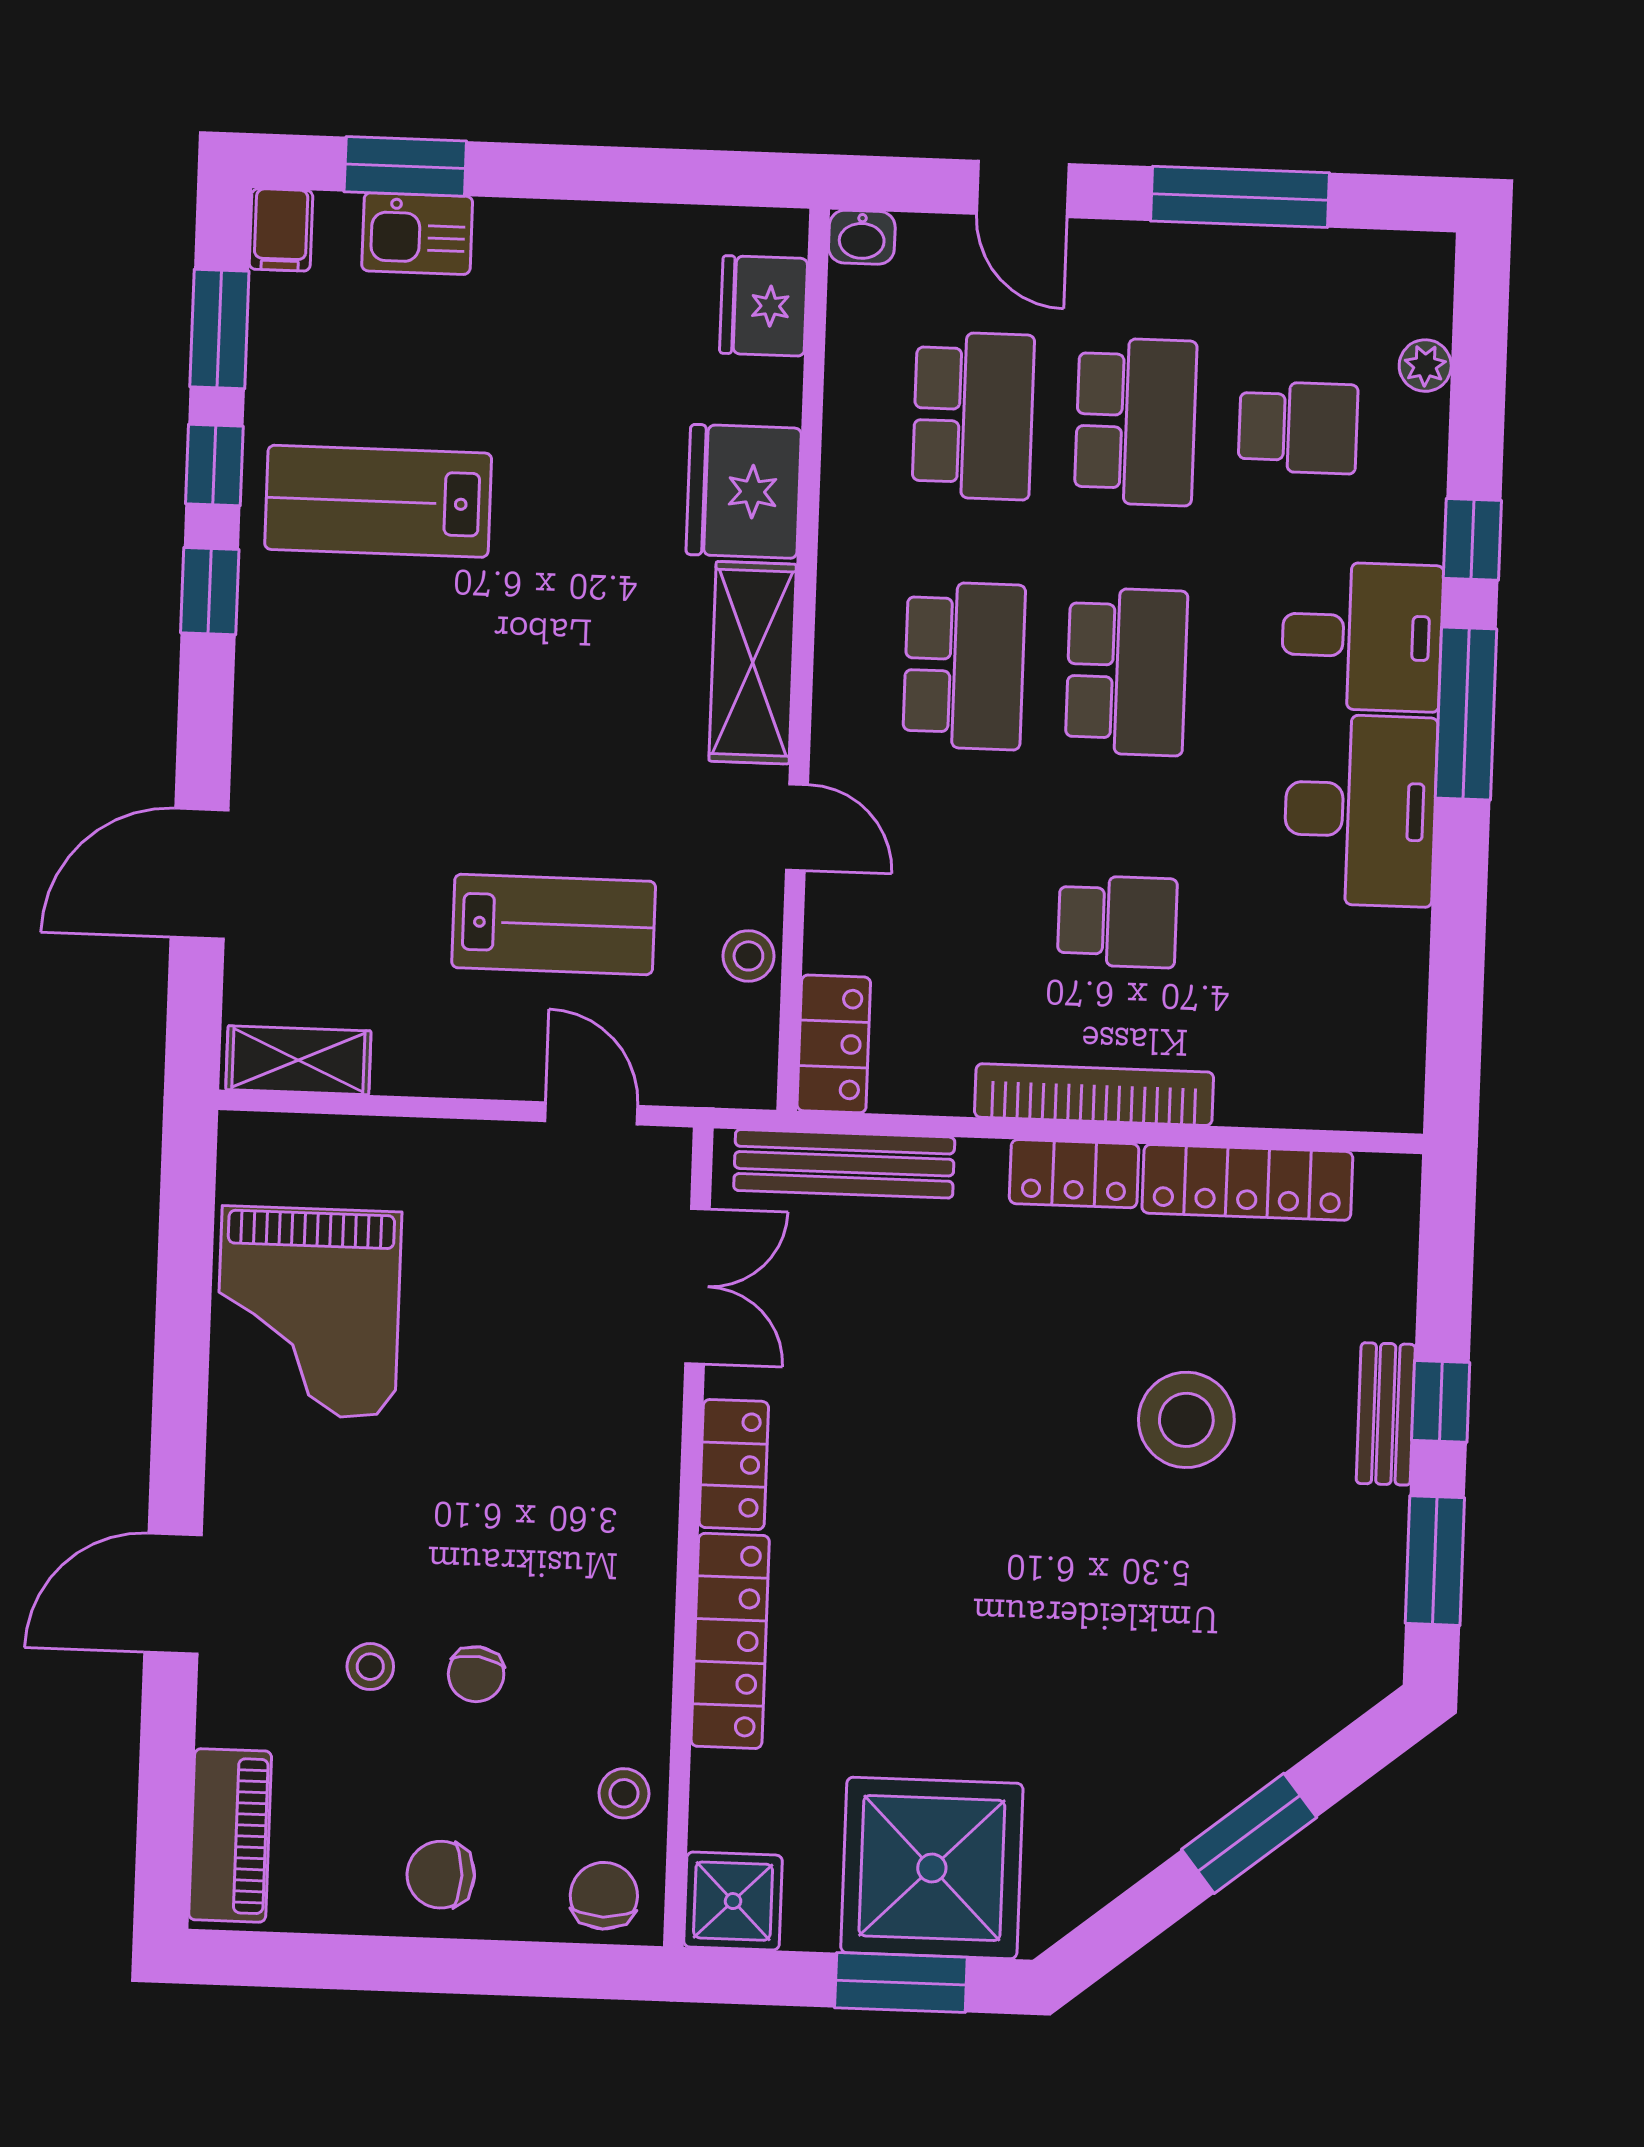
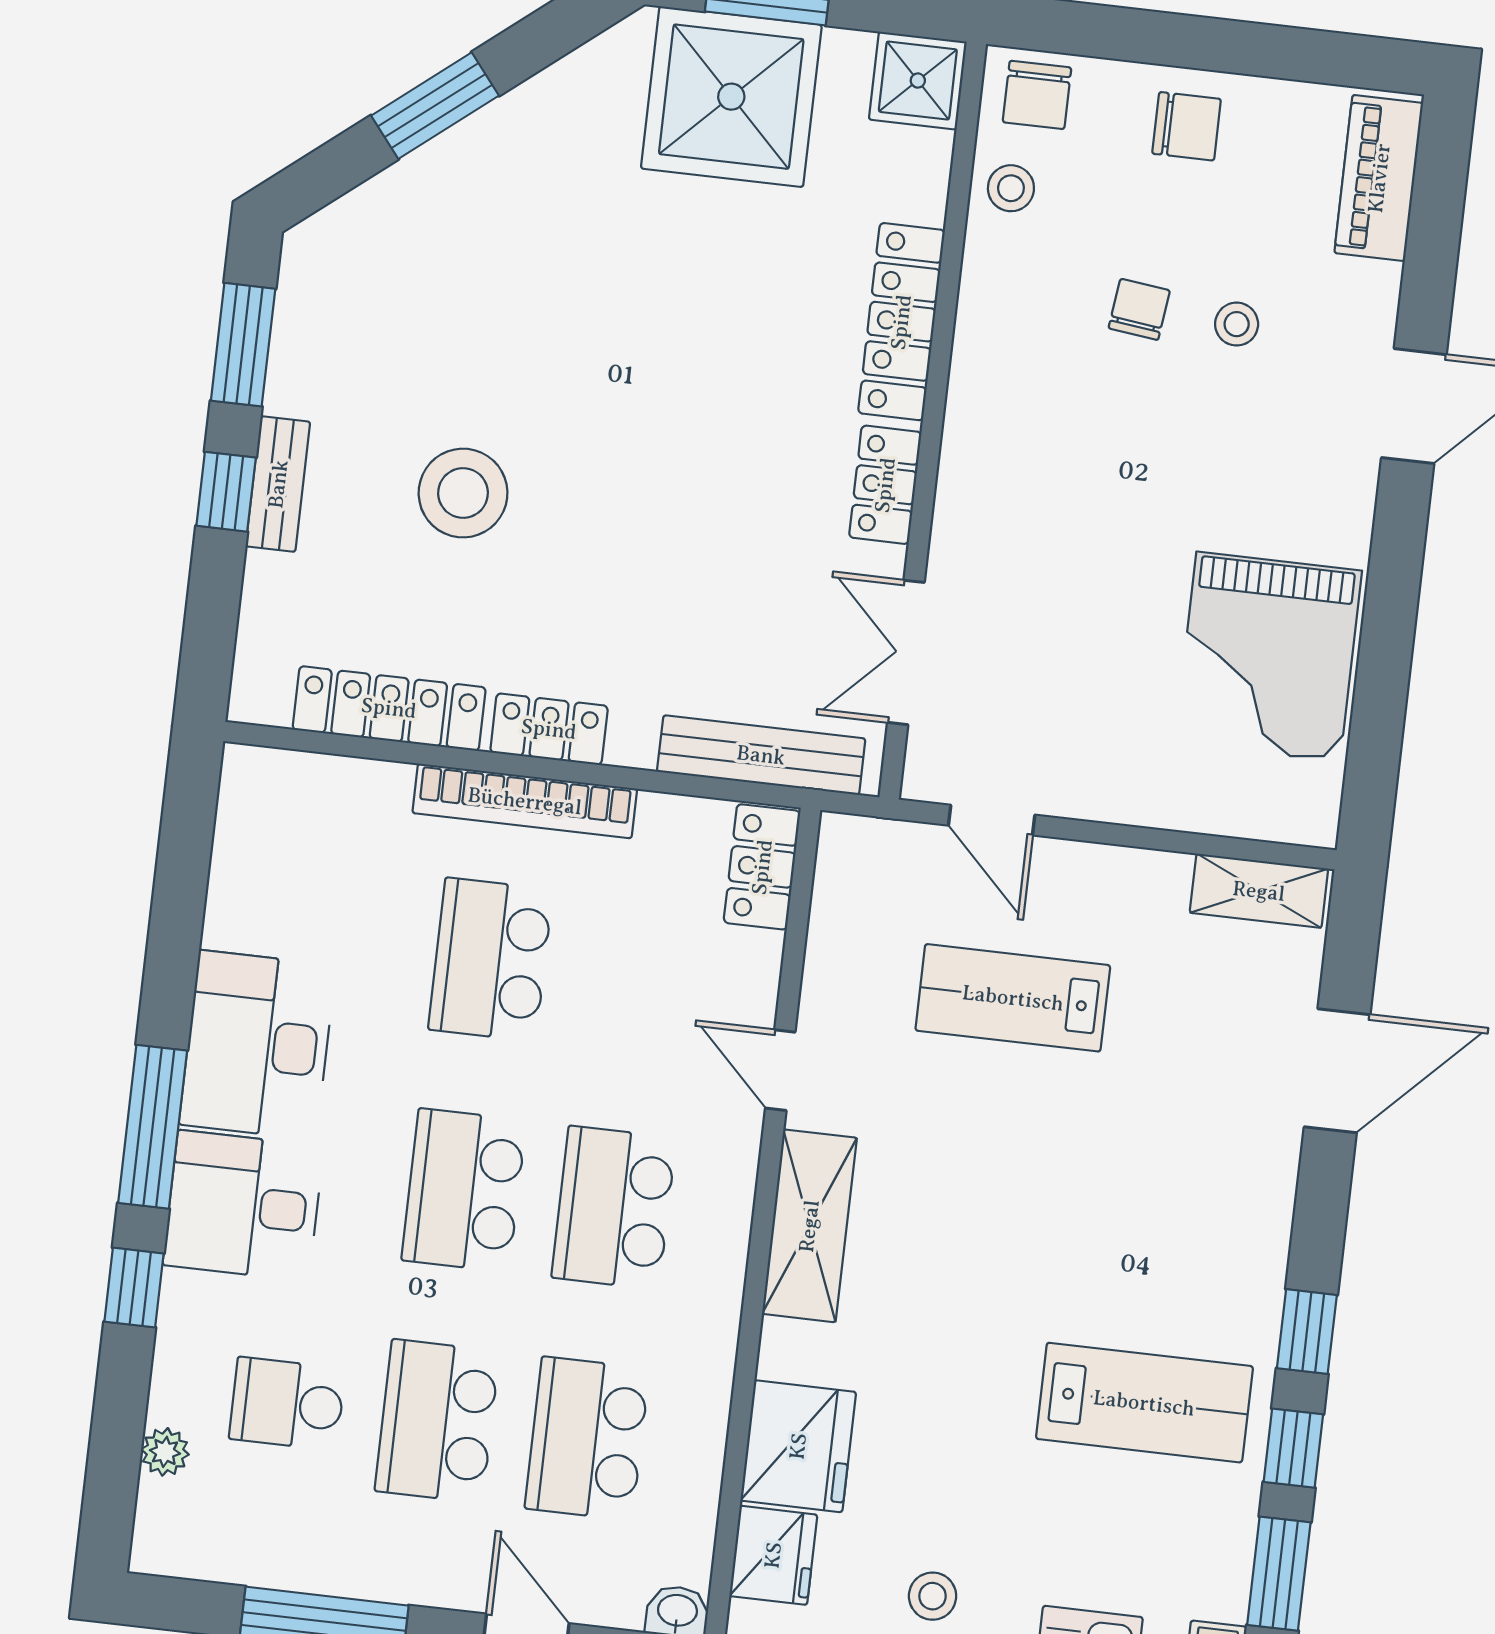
fridge: (744, 491) -> (798, 1446), moved
school desk: (1117, 922) -> (491, 960), width x1.85
stool: (748, 956) -> (933, 1596), moved
grand piano: (308, 1312) -> (1268, 657), turned 180

